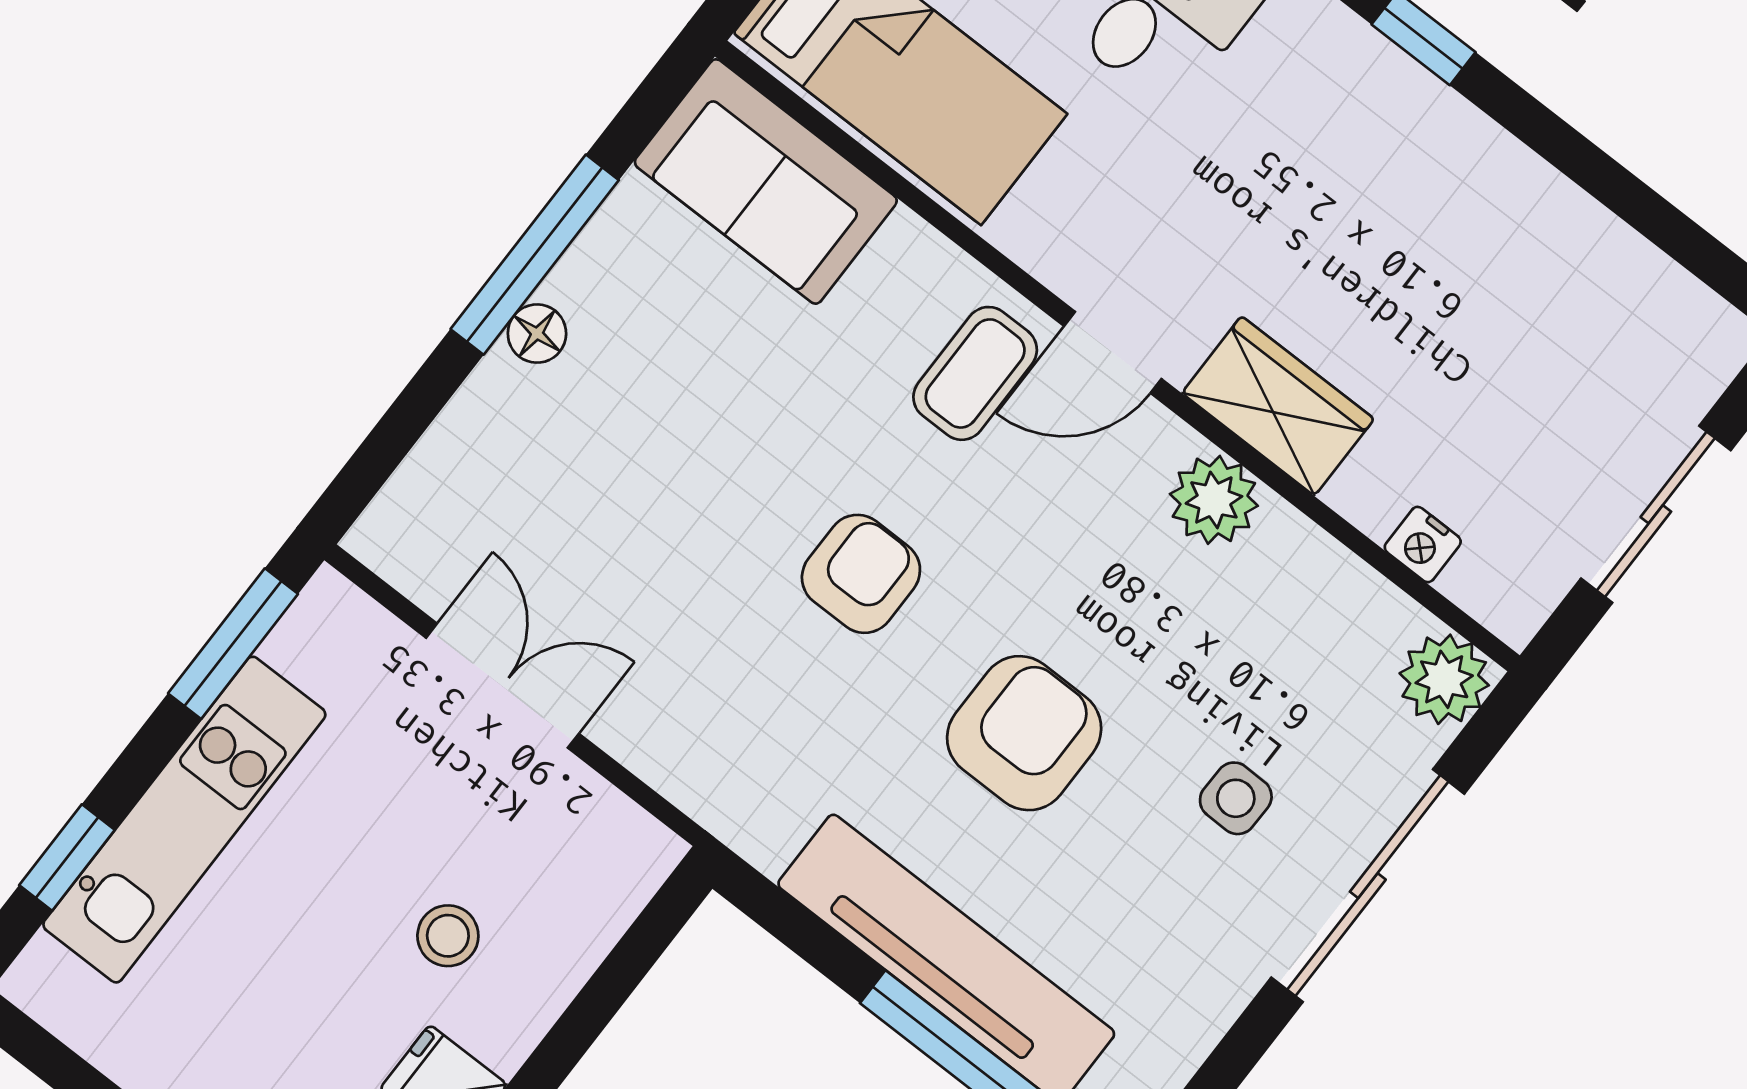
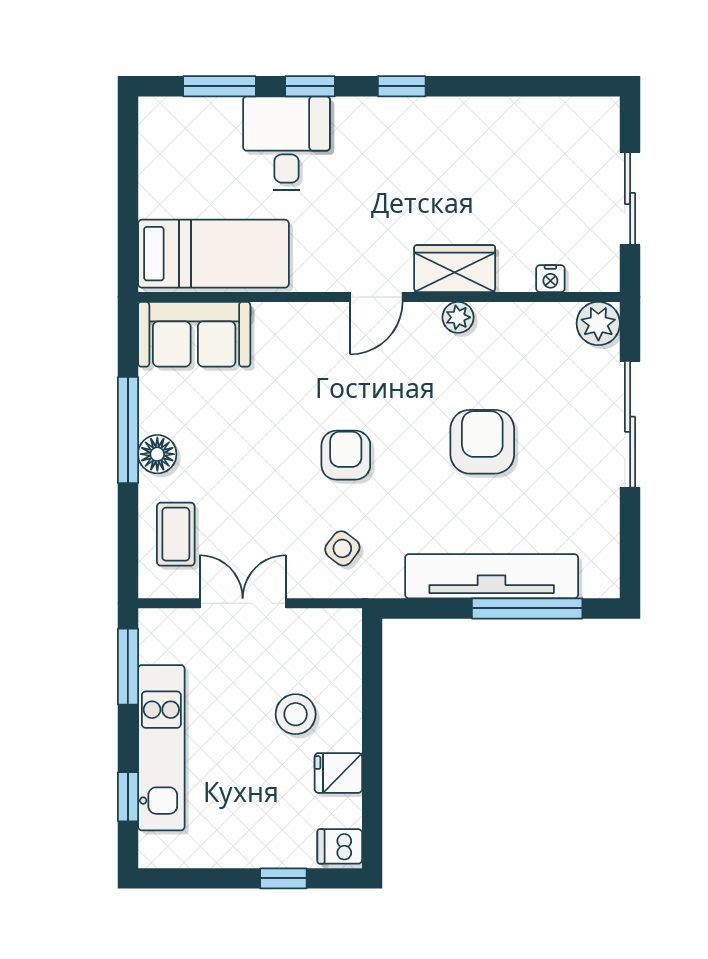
floor lamp: (537, 334) -> (157, 454), width x1.37, depth x1.37
coffee table: (975, 373) -> (176, 534), moved
plant: (1214, 500) -> (458, 317), width x0.73, depth x0.73
armchair: (1024, 733) -> (482, 442), moved
side table: (1236, 798) -> (342, 548), moved, turned 36
stool: (448, 936) -> (296, 714), width x1.37, depth x1.37

